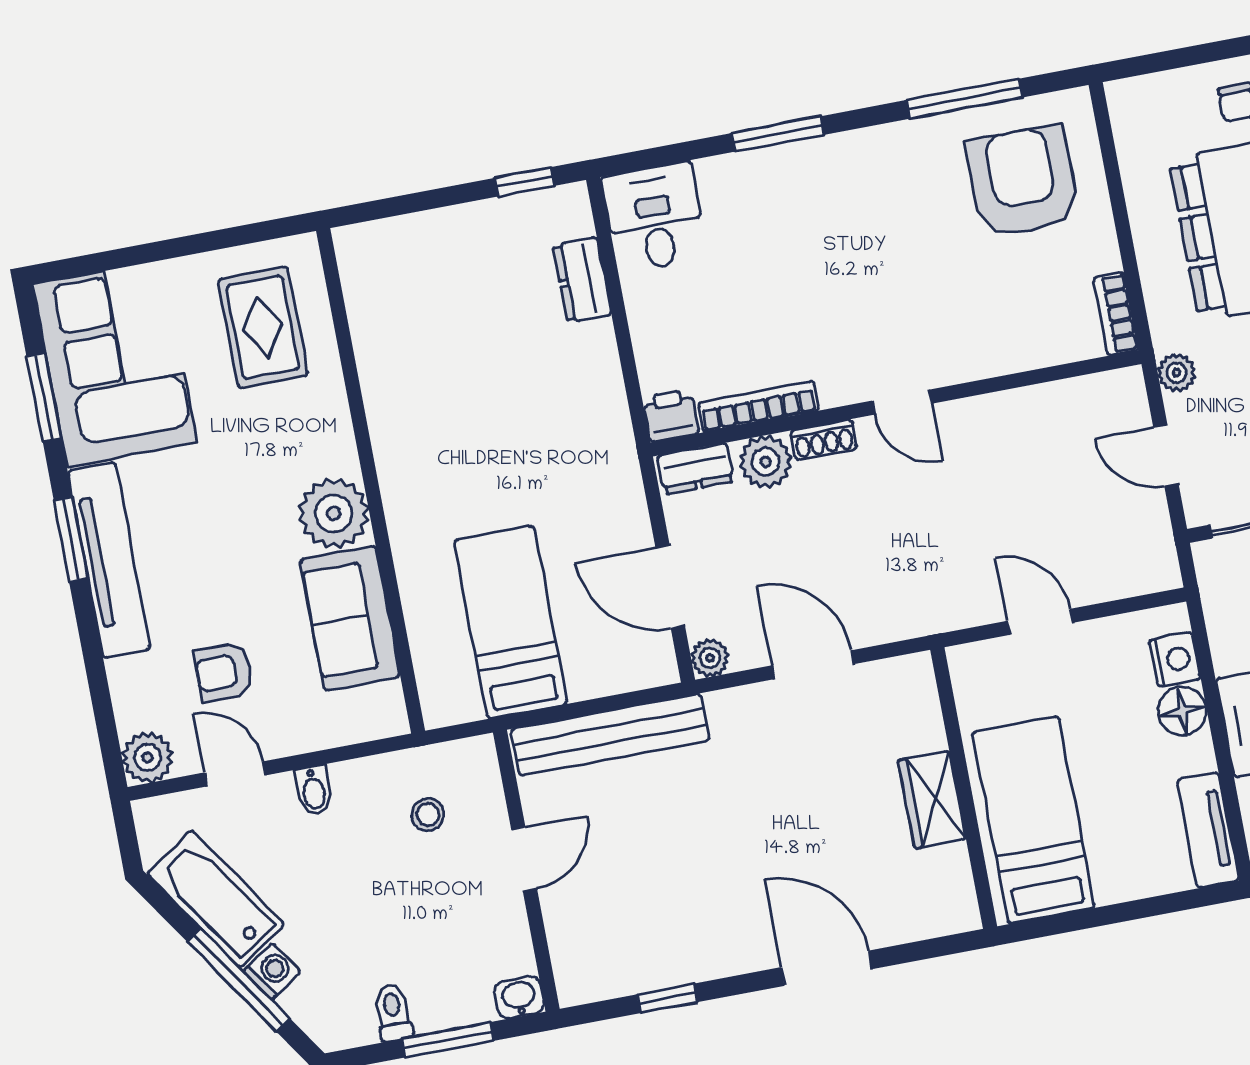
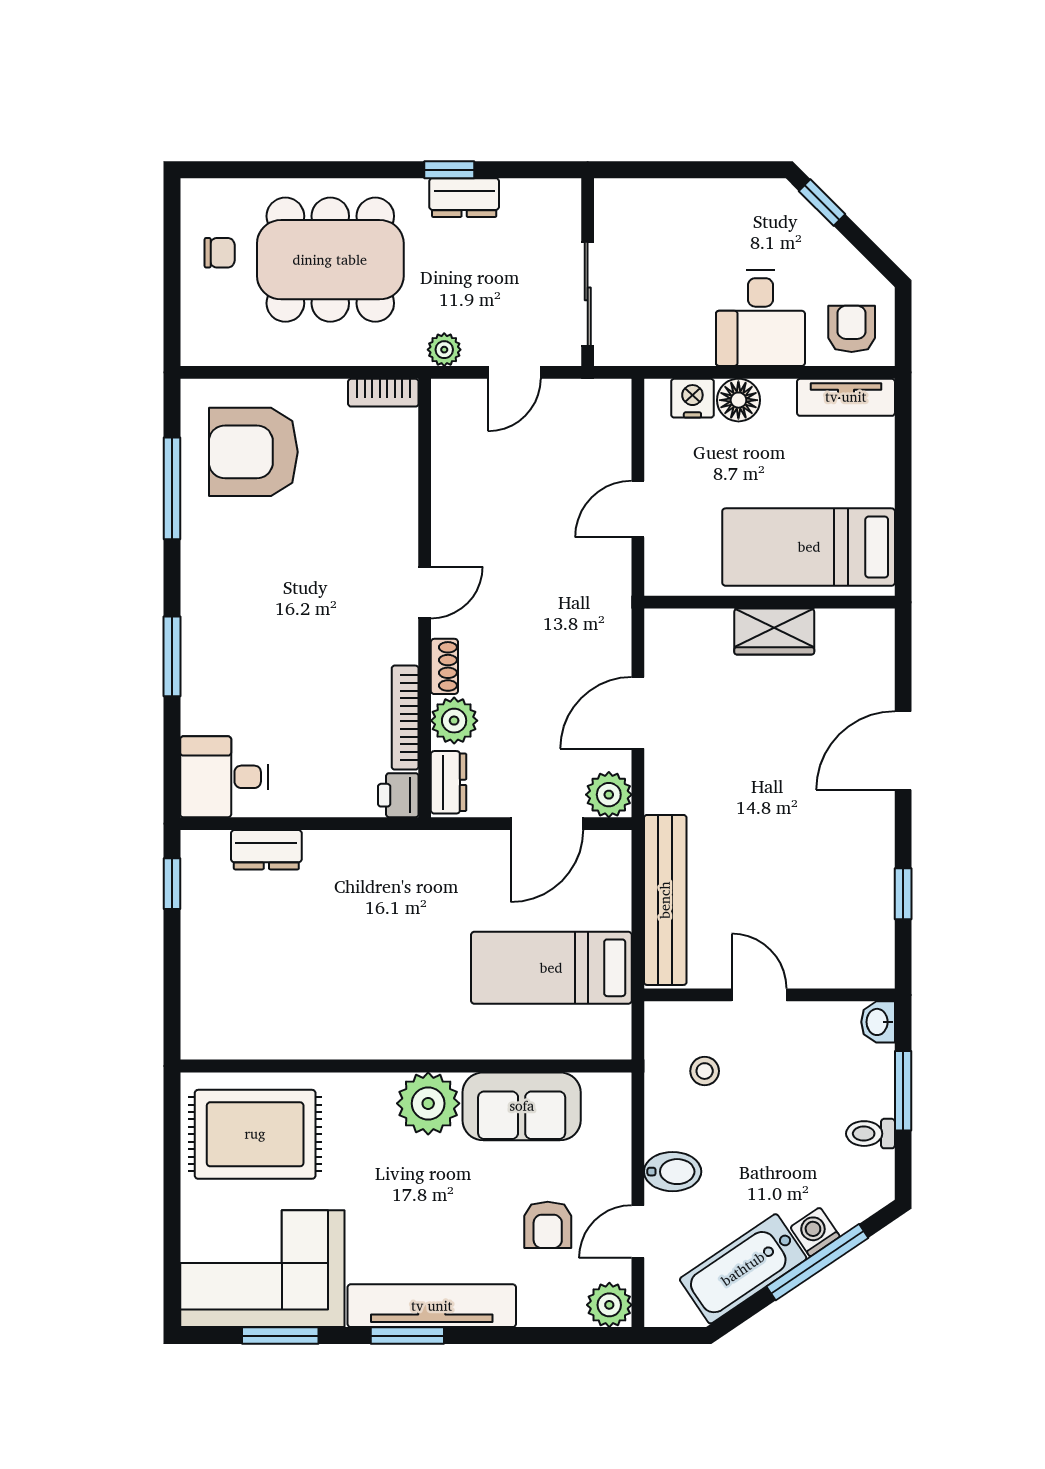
rug: (263, 327) -> (255, 1134), width x1.36, depth x1.43
plant: (710, 658) -> (609, 795), width x1.38, depth x1.38
bidet: (314, 790) -> (673, 1172), width x1.38, depth x1.36

